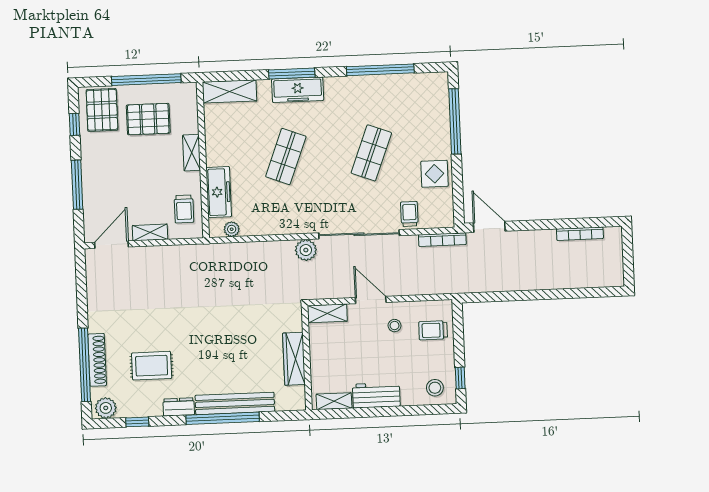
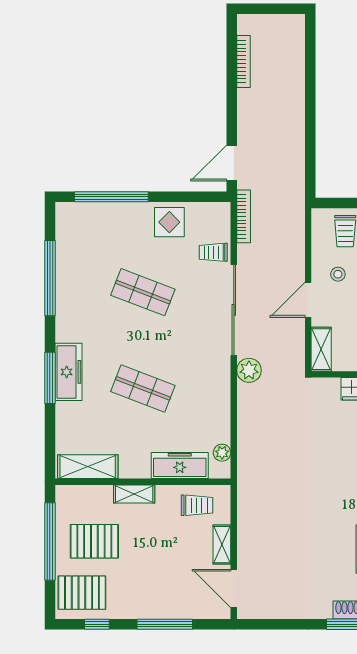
shelving: (230, 91) -> (88, 467), moved, turned 90
pallet: (148, 119) -> (94, 541), turned 90

